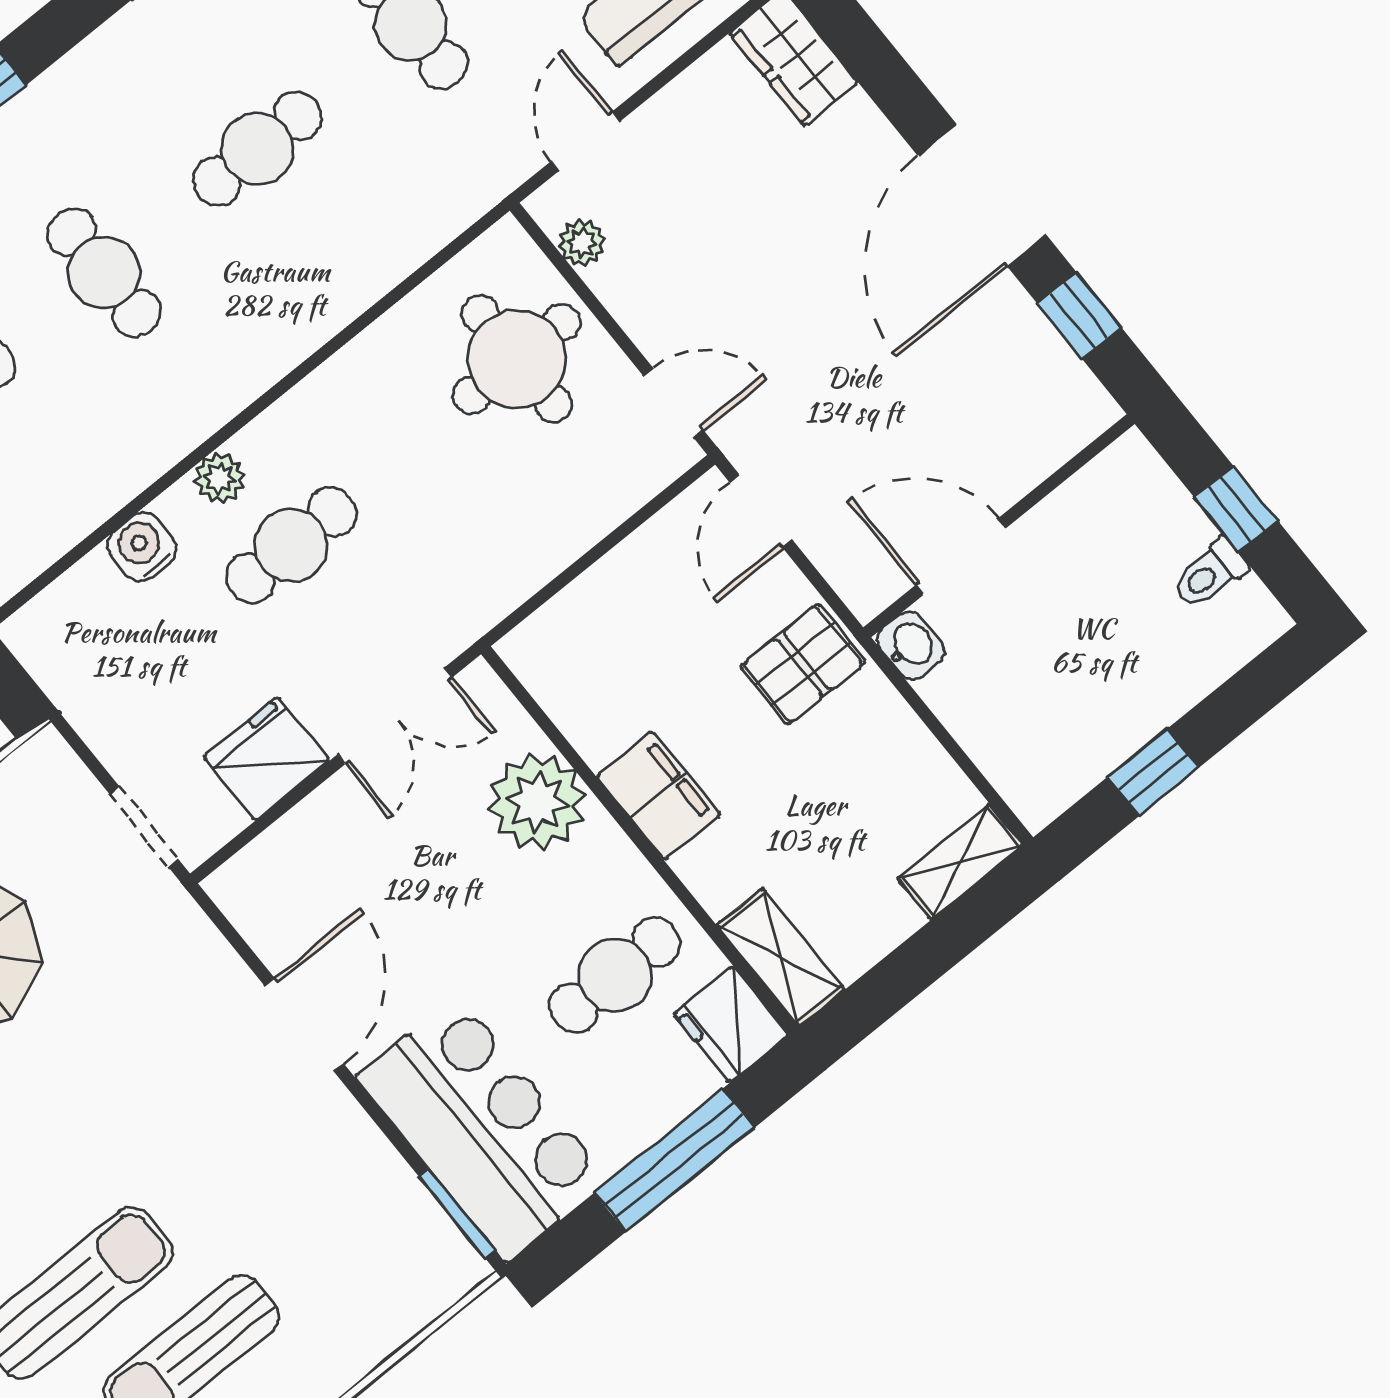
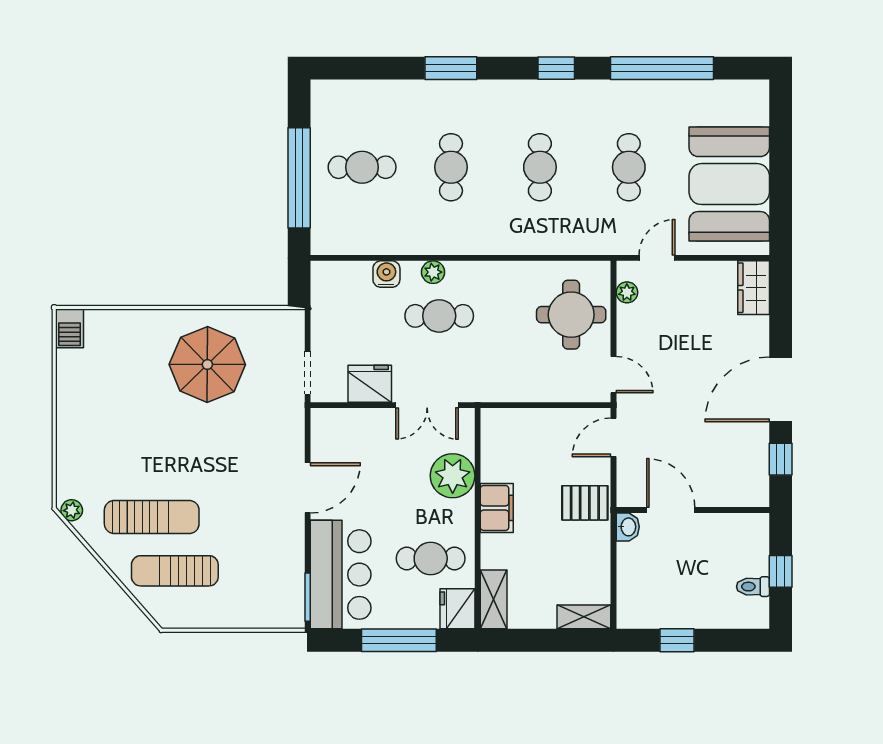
cafe table: (257, 149) -> (540, 167), turned 90

